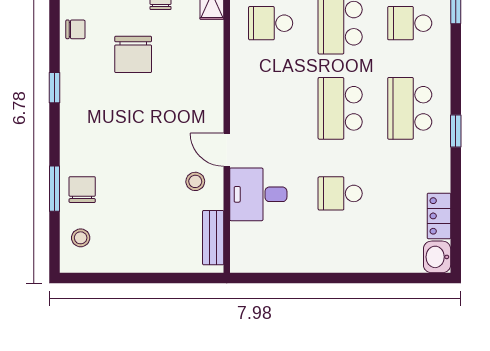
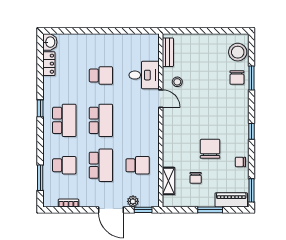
stool: (81, 238) -> (238, 52), width x1.89, depth x1.89

